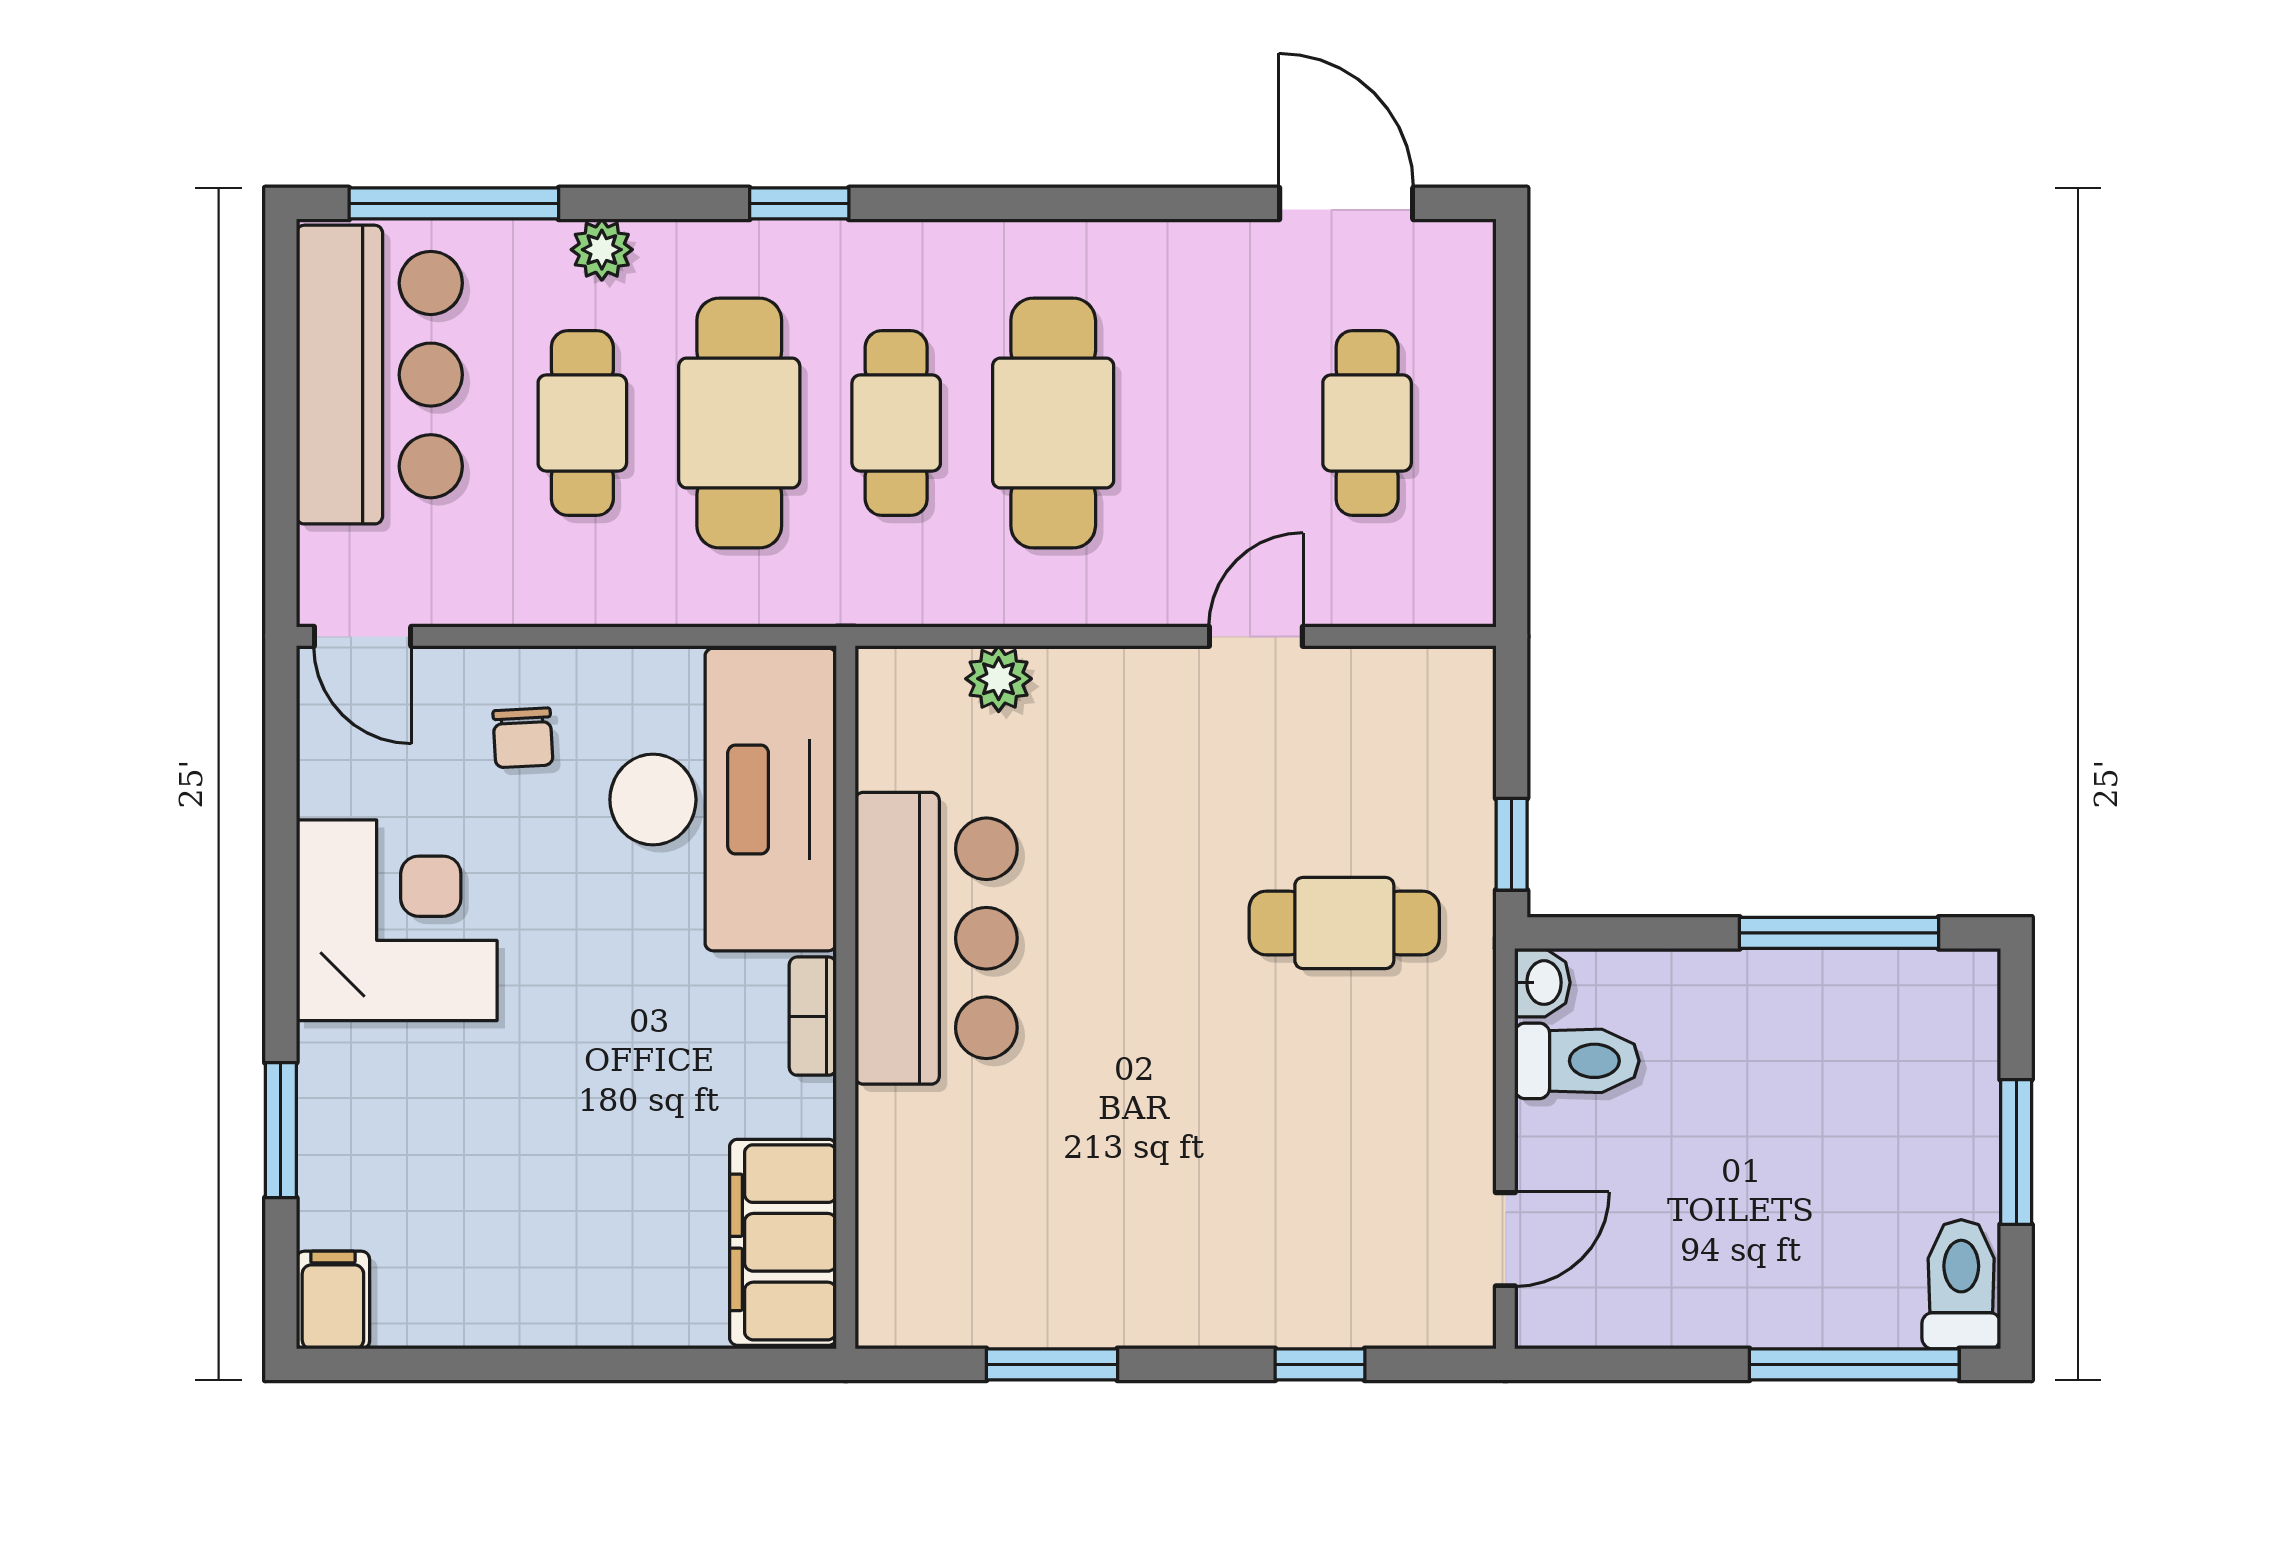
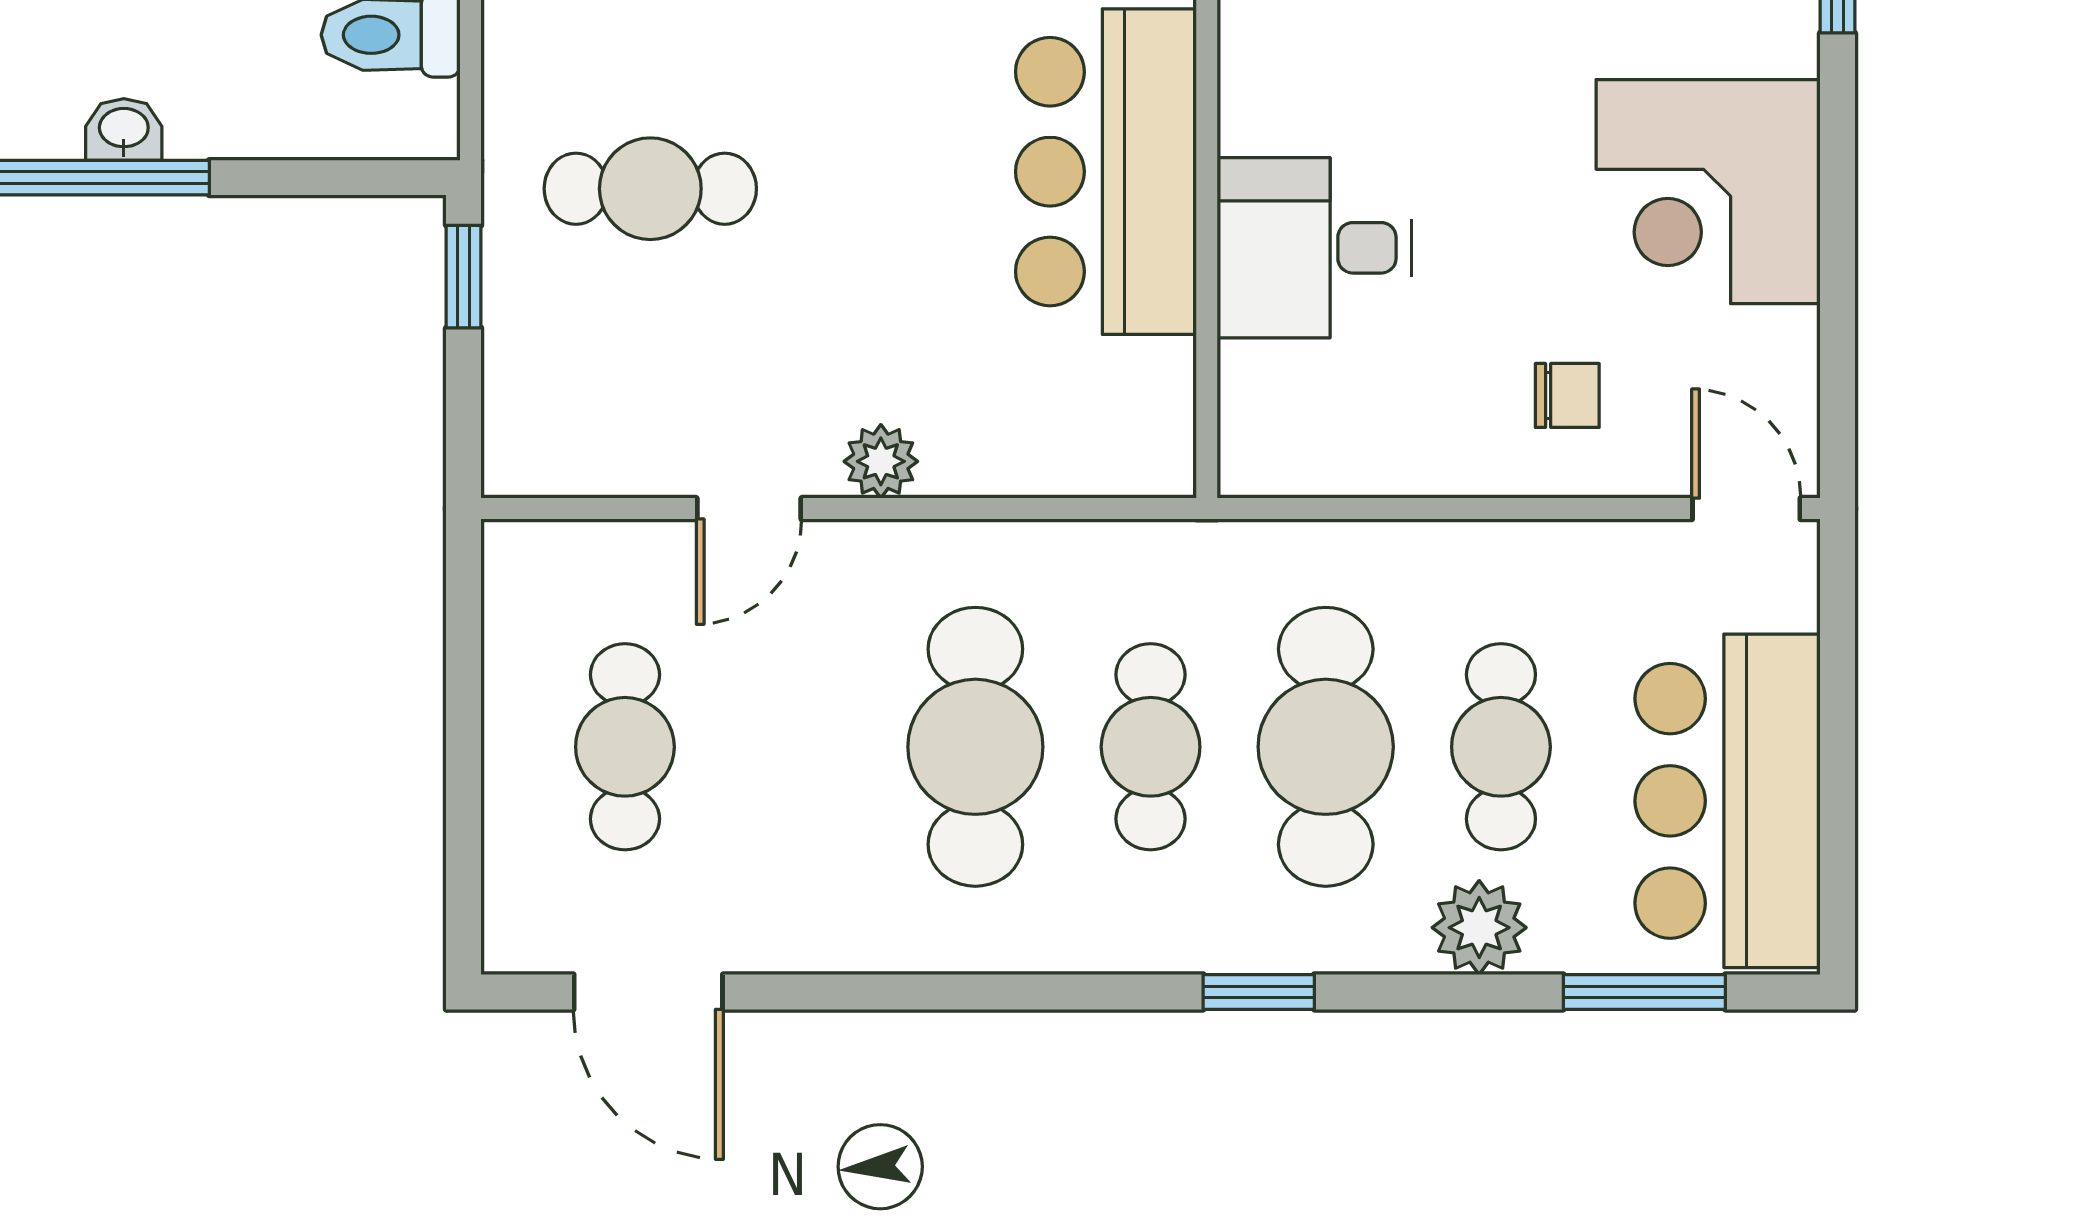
window: (454, 203) -> (1644, 992), width x0.69
plant: (602, 250) -> (1479, 928), width x1.38, depth x1.38
plant: (999, 679) -> (881, 461), moved
chair: (523, 738) -> (1567, 395), turned 93
desk: (723, 800) -> (1314, 248), width x0.53, depth x0.77
washbasin: (1542, 983) -> (124, 129), moved, turned 90
bookcase: (813, 1016) -> (1244, 85), removed

